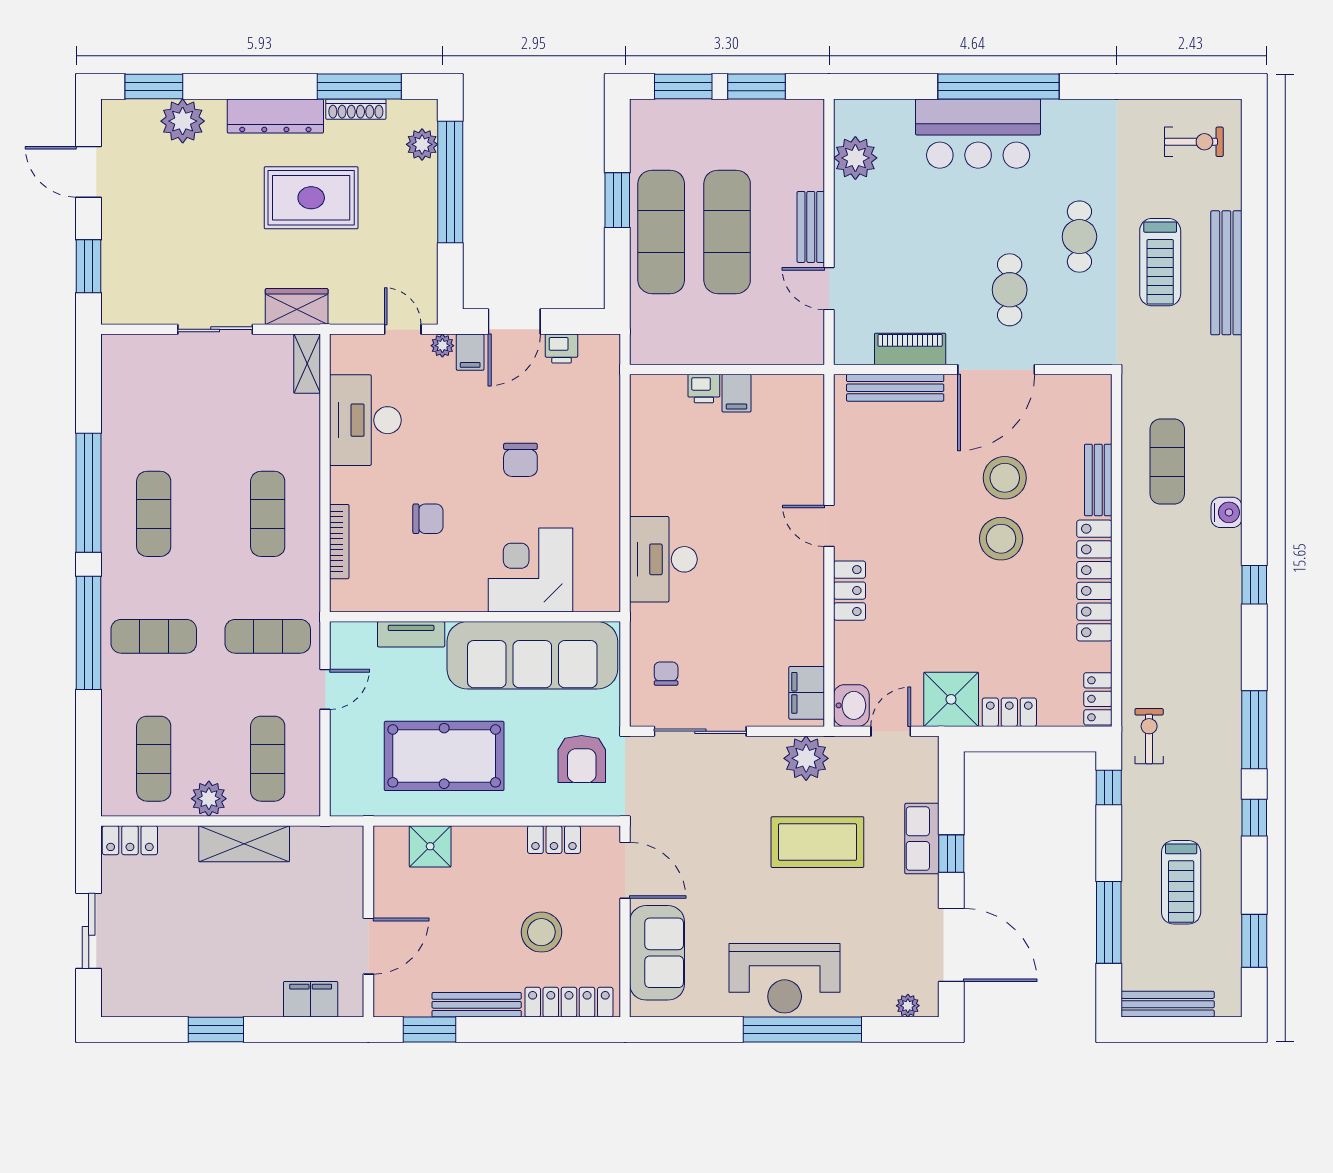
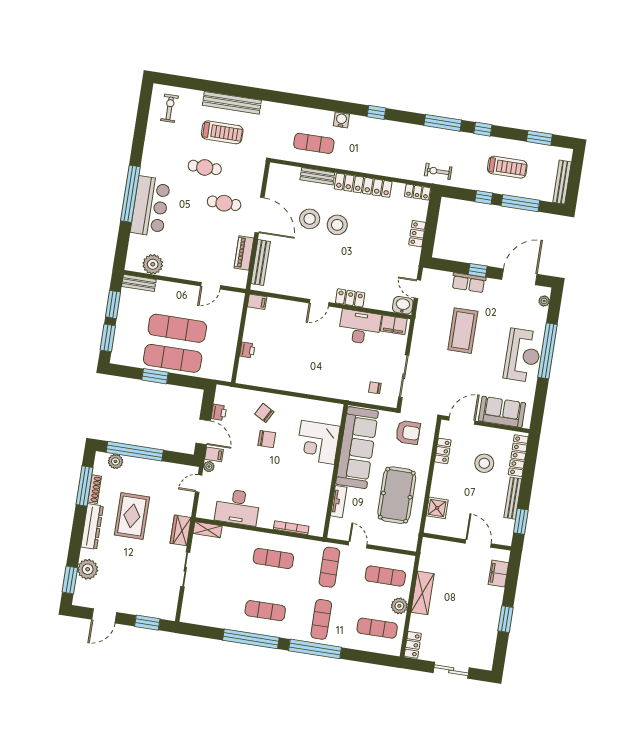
bench: (811, 227) -> (139, 283), moved
filing cabinet: (737, 393) -> (257, 302), moved
chair: (428, 519) -> (264, 413), moved, turned -61
desk: (663, 559) -> (360, 327), moved, turned 180
shower: (951, 699) -> (407, 259), removed
plant: (806, 758) -> (424, 330), removed
window: (1109, 788) -> (484, 197), moved

